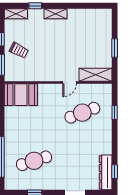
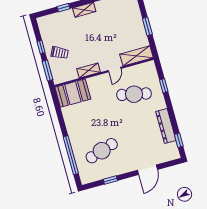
shelving: (16, 14) -> (89, 70), moved
cafe table: (82, 113) -> (134, 94), turned 33
dresser: (106, 172) -> (166, 126), moved

